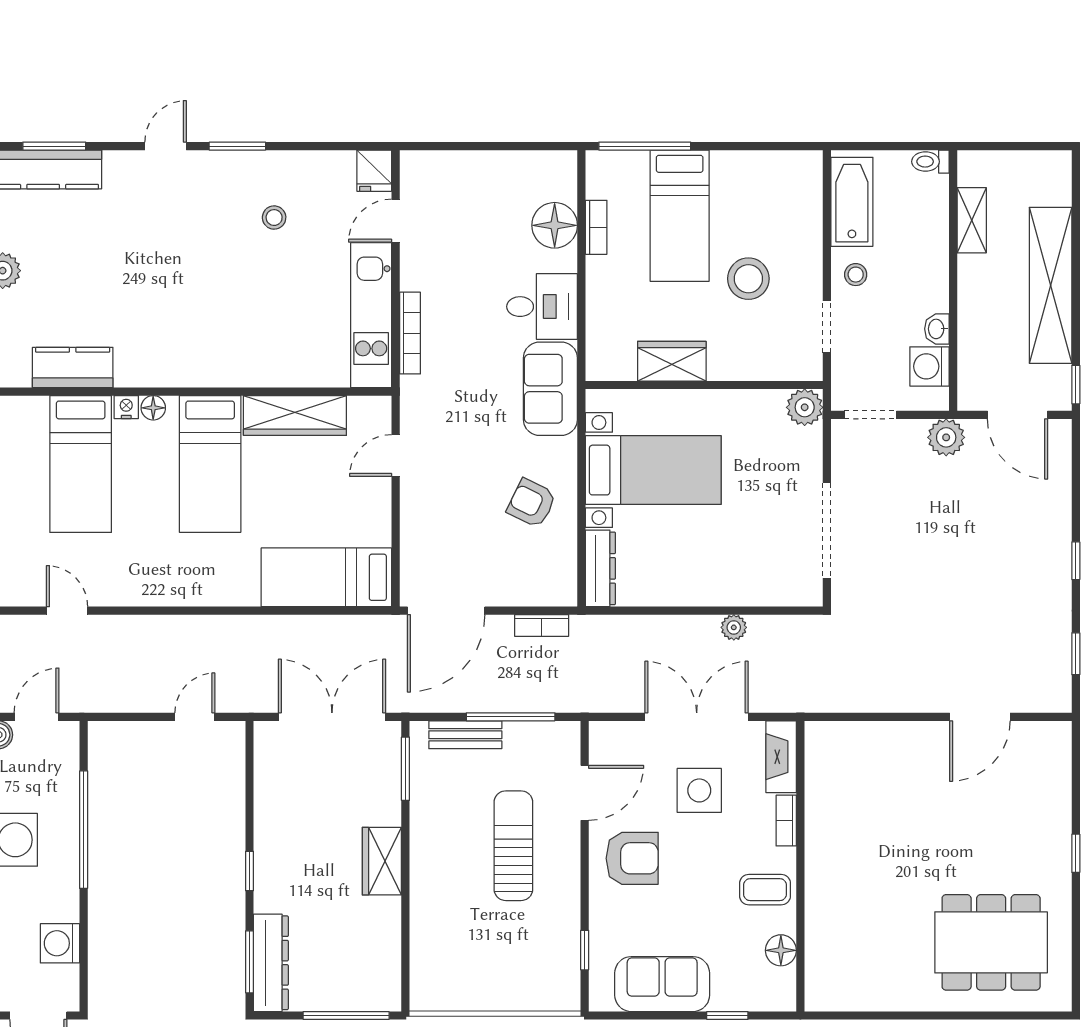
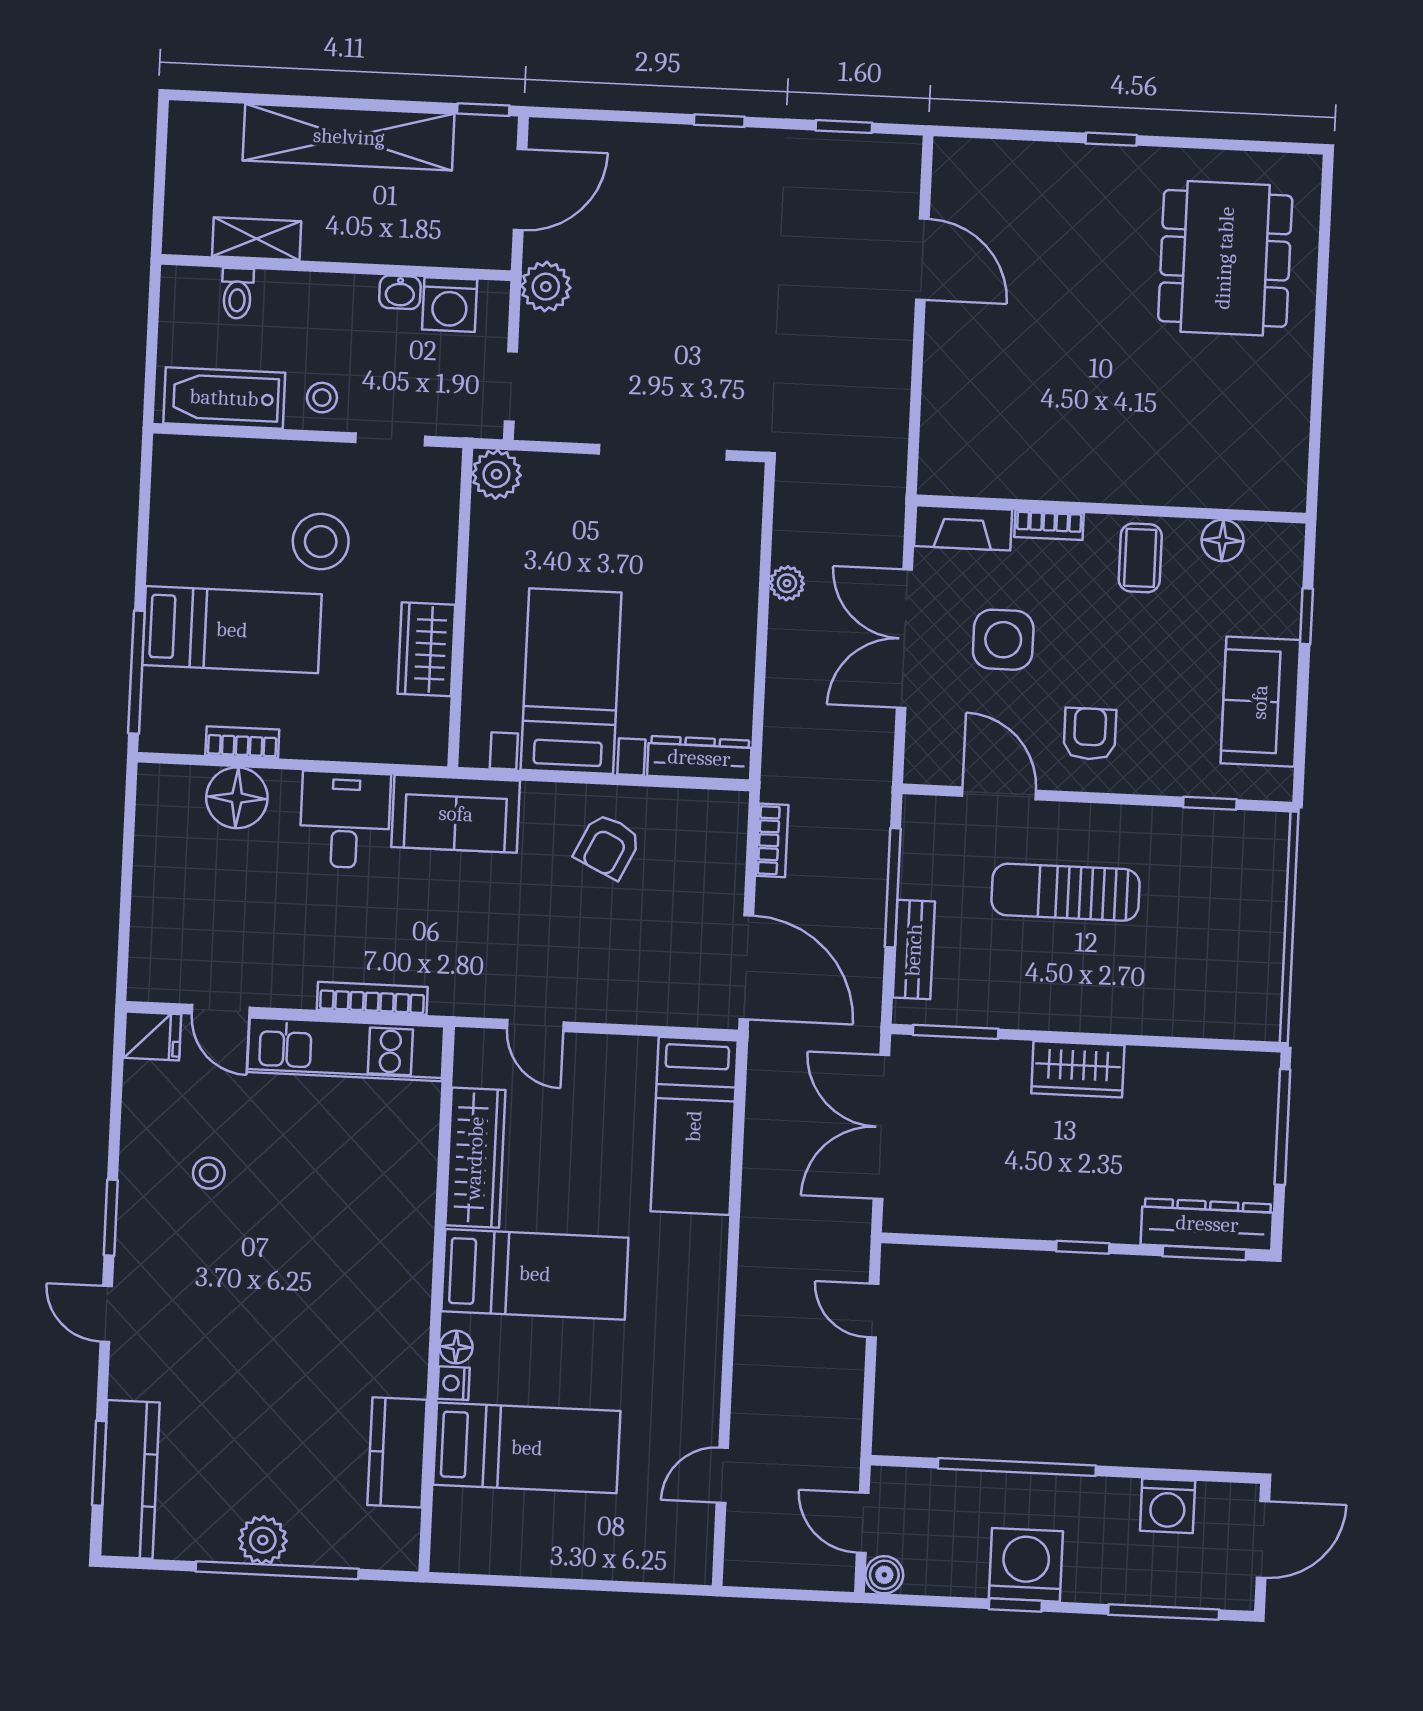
toilet: (930, 162) -> (237, 293), moved
armchair: (632, 858) -> (1090, 734), width x0.72, depth x0.72

